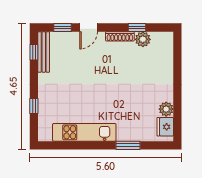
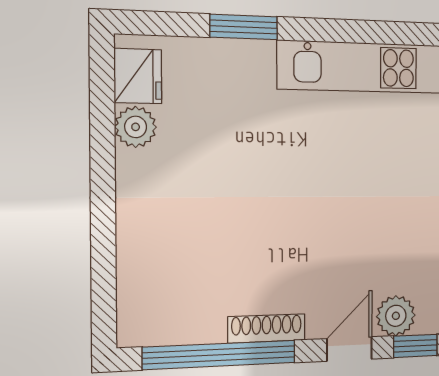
window: (137, 28) -> (220, 355), width x3.17
plant: (143, 39) -> (396, 316), moved

